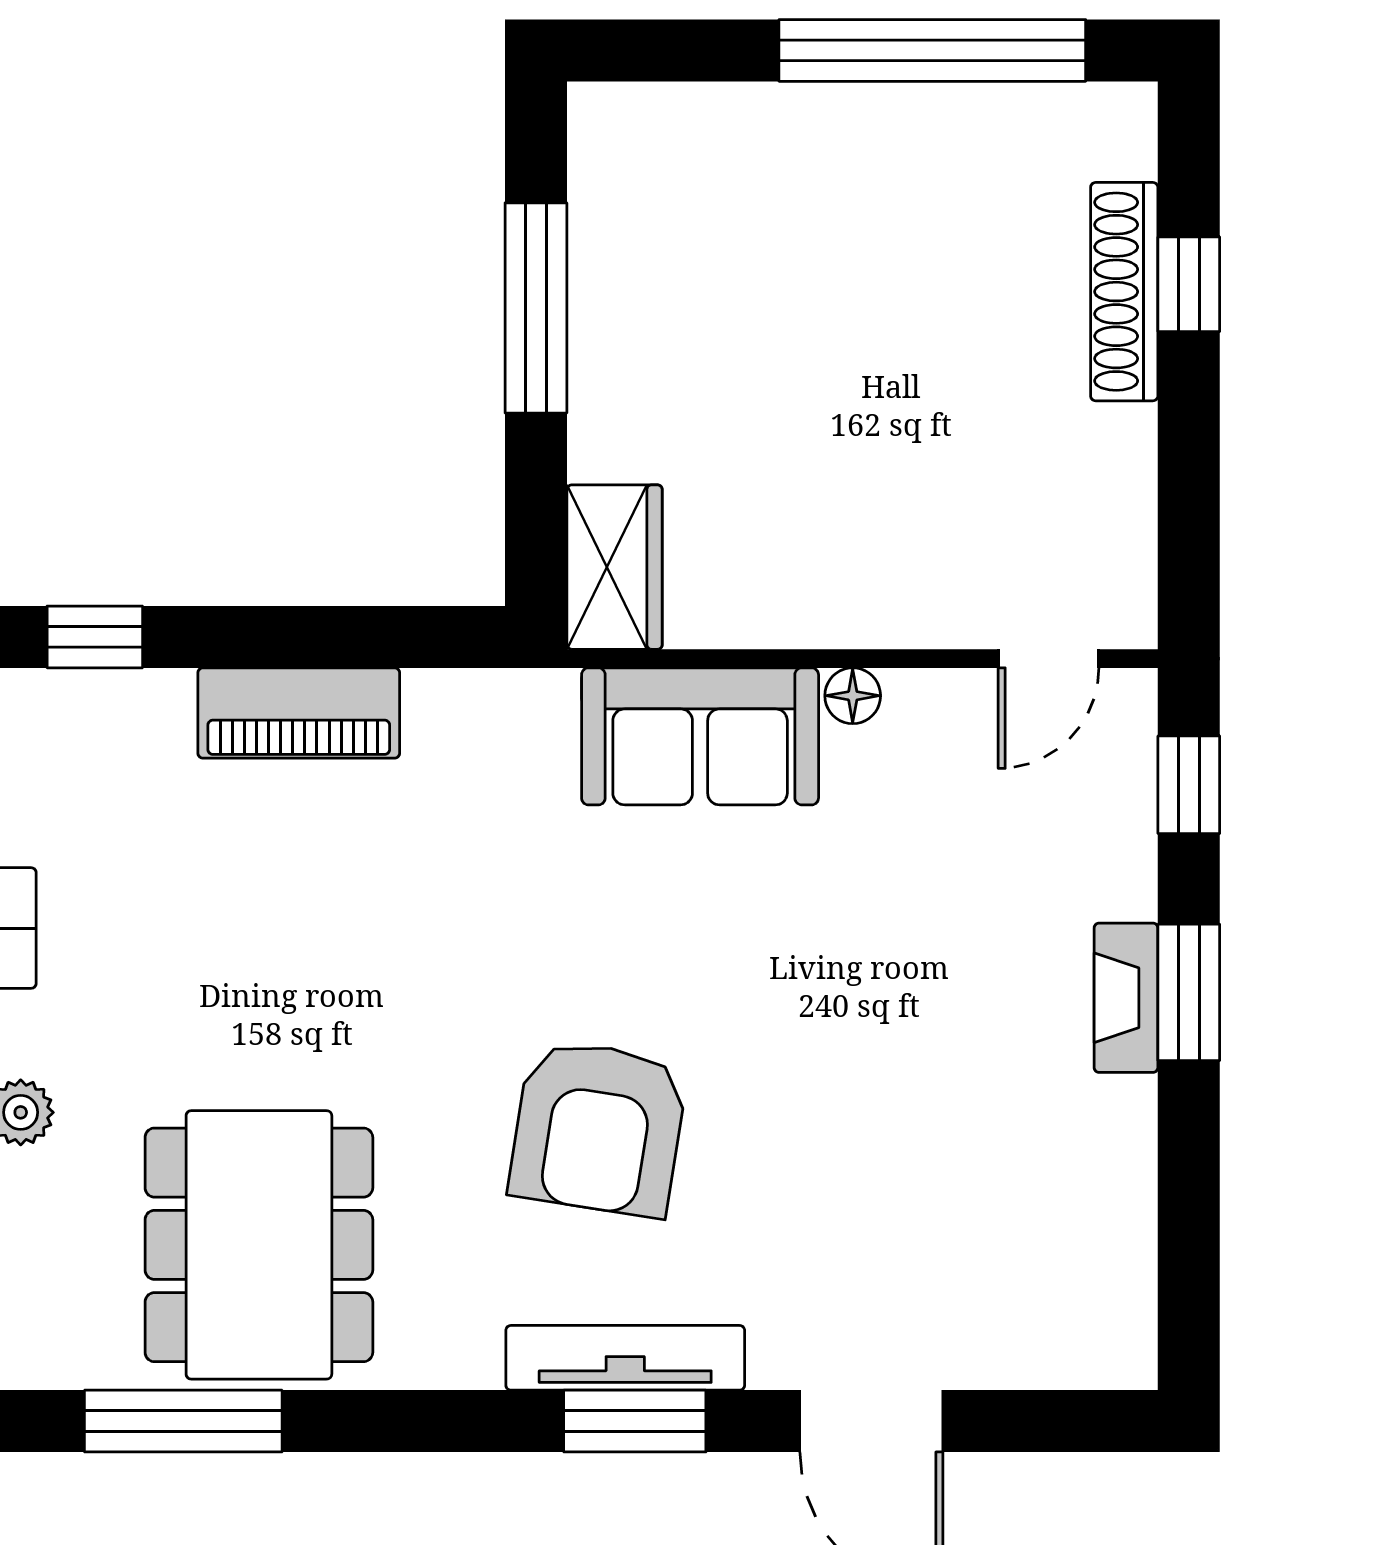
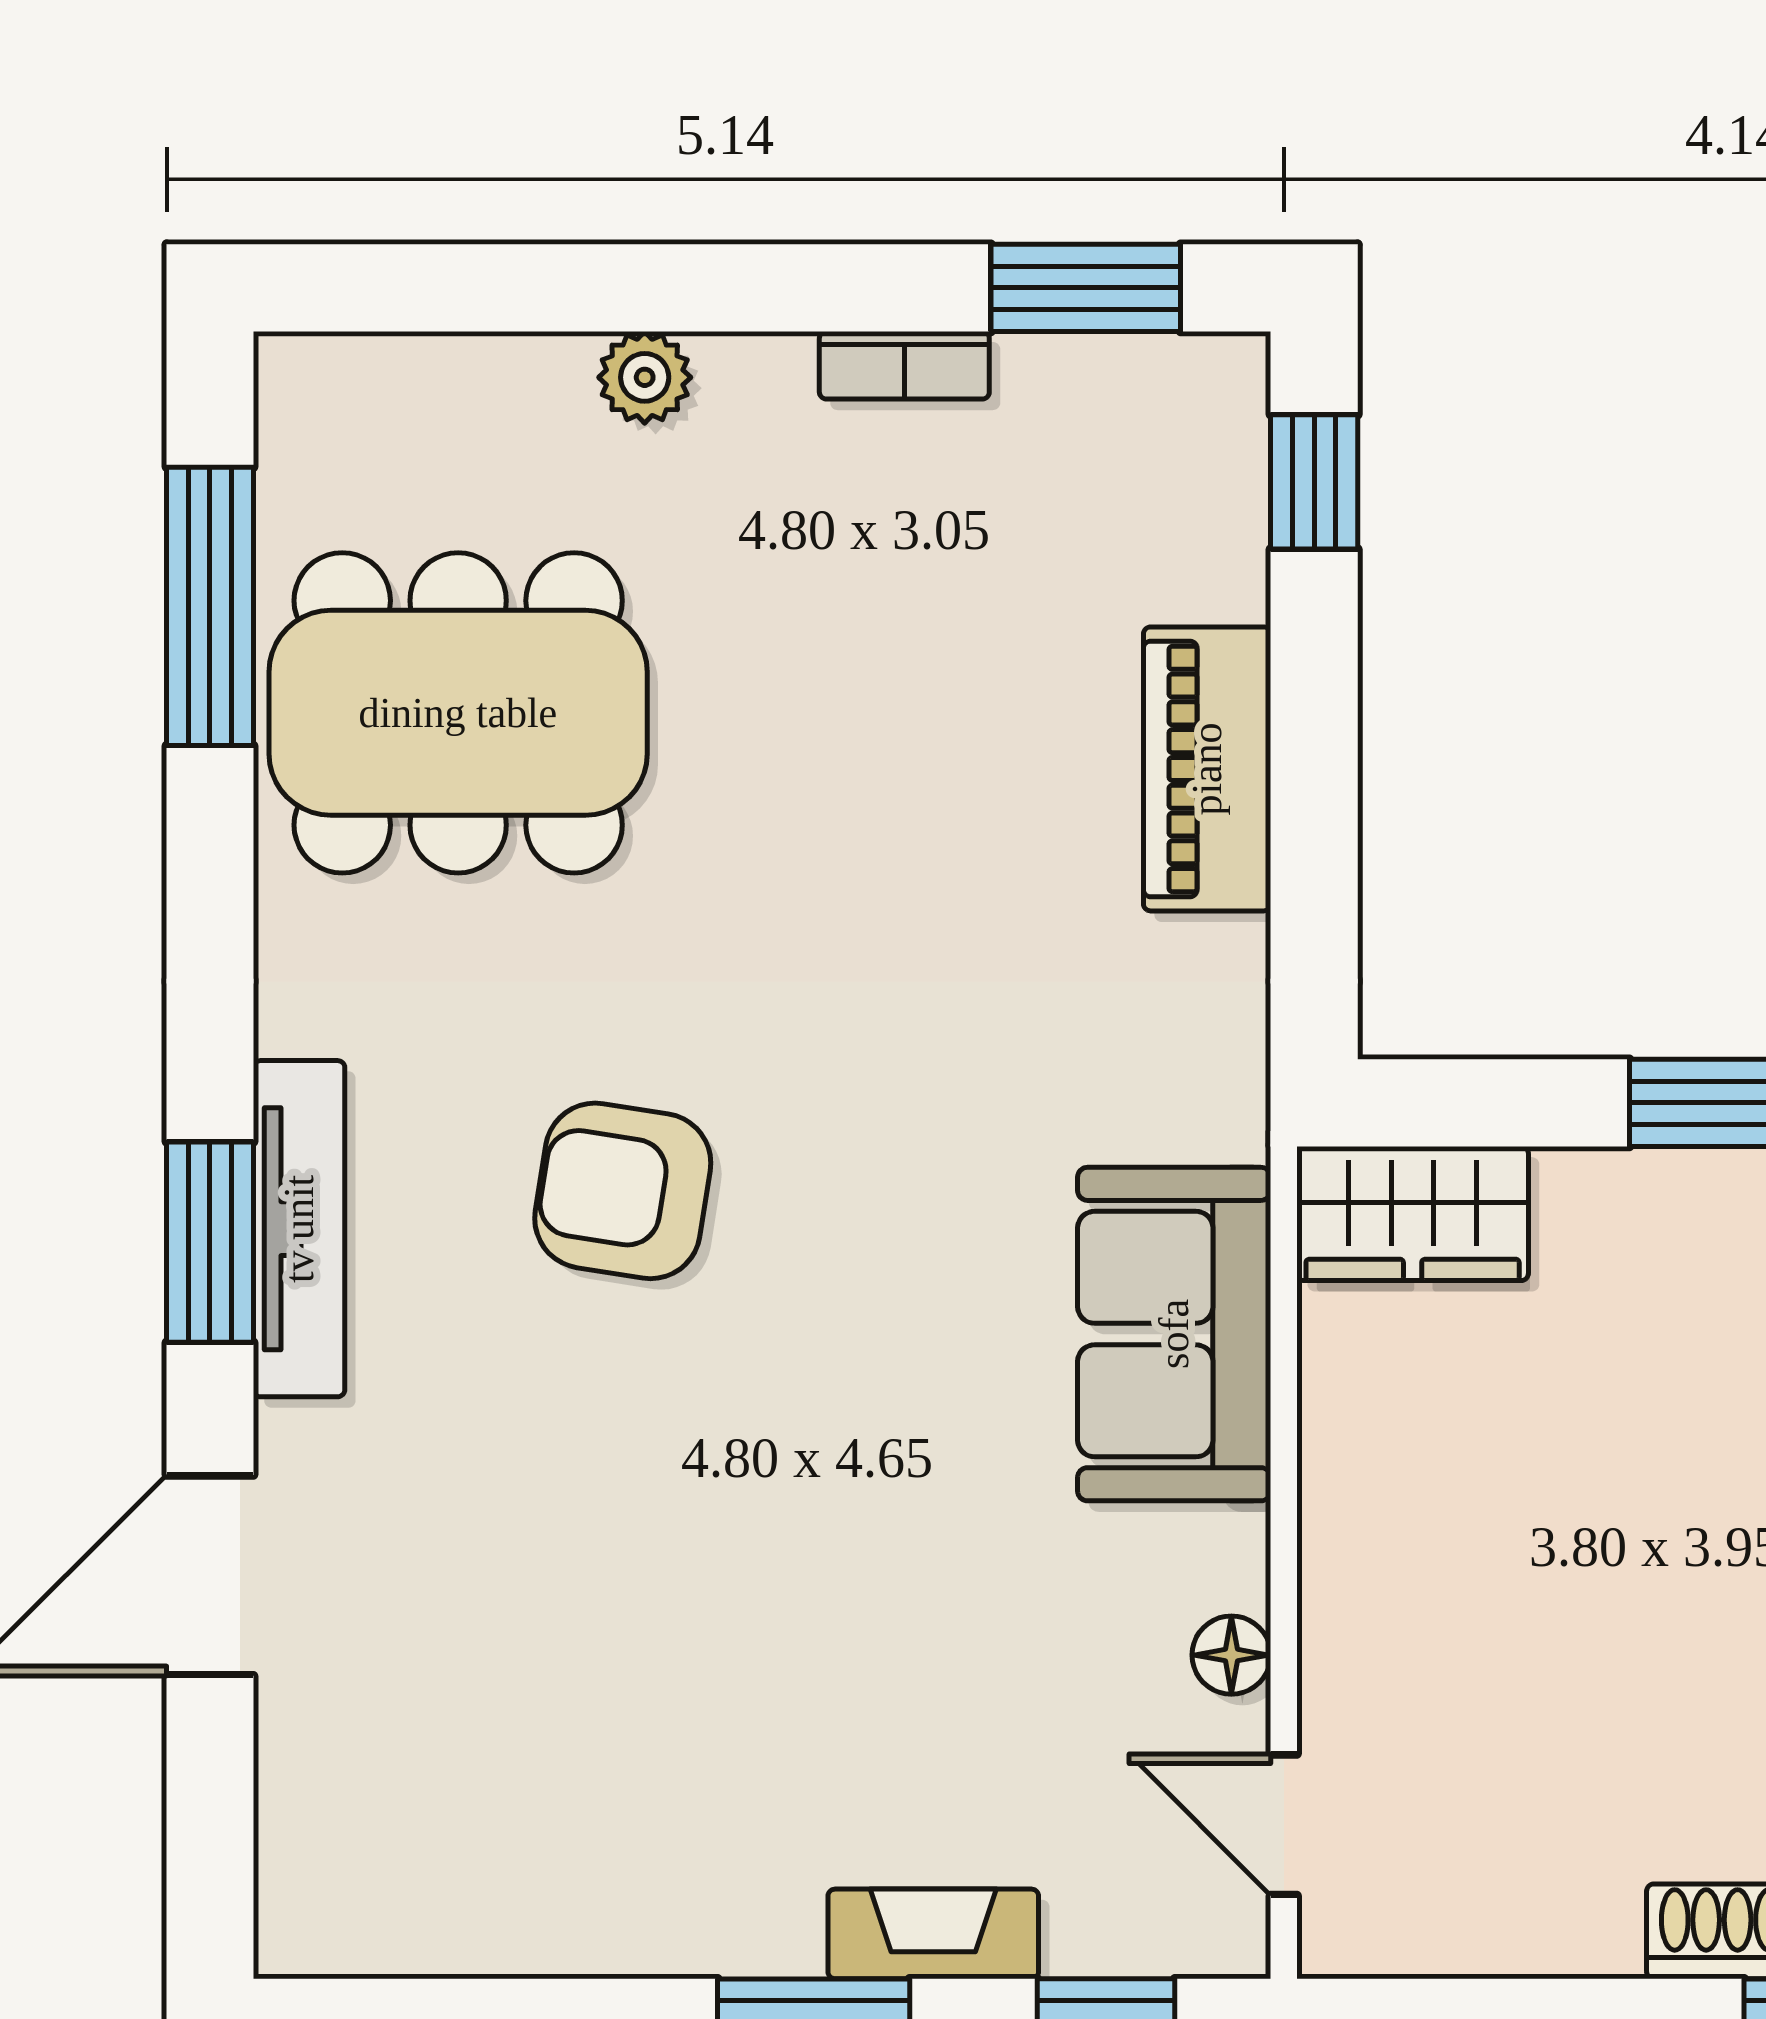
floor lamp: (853, 696) -> (1231, 1655), moved
fireplace: (1126, 998) -> (933, 1934), moved
armchair: (598, 1128) -> (623, 1191), width x0.73, depth x0.73

